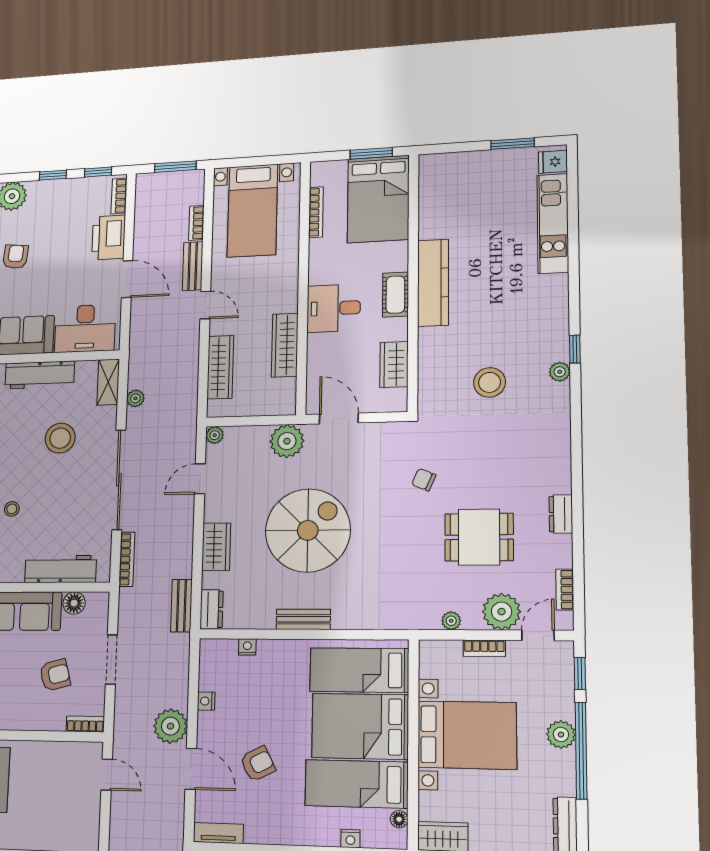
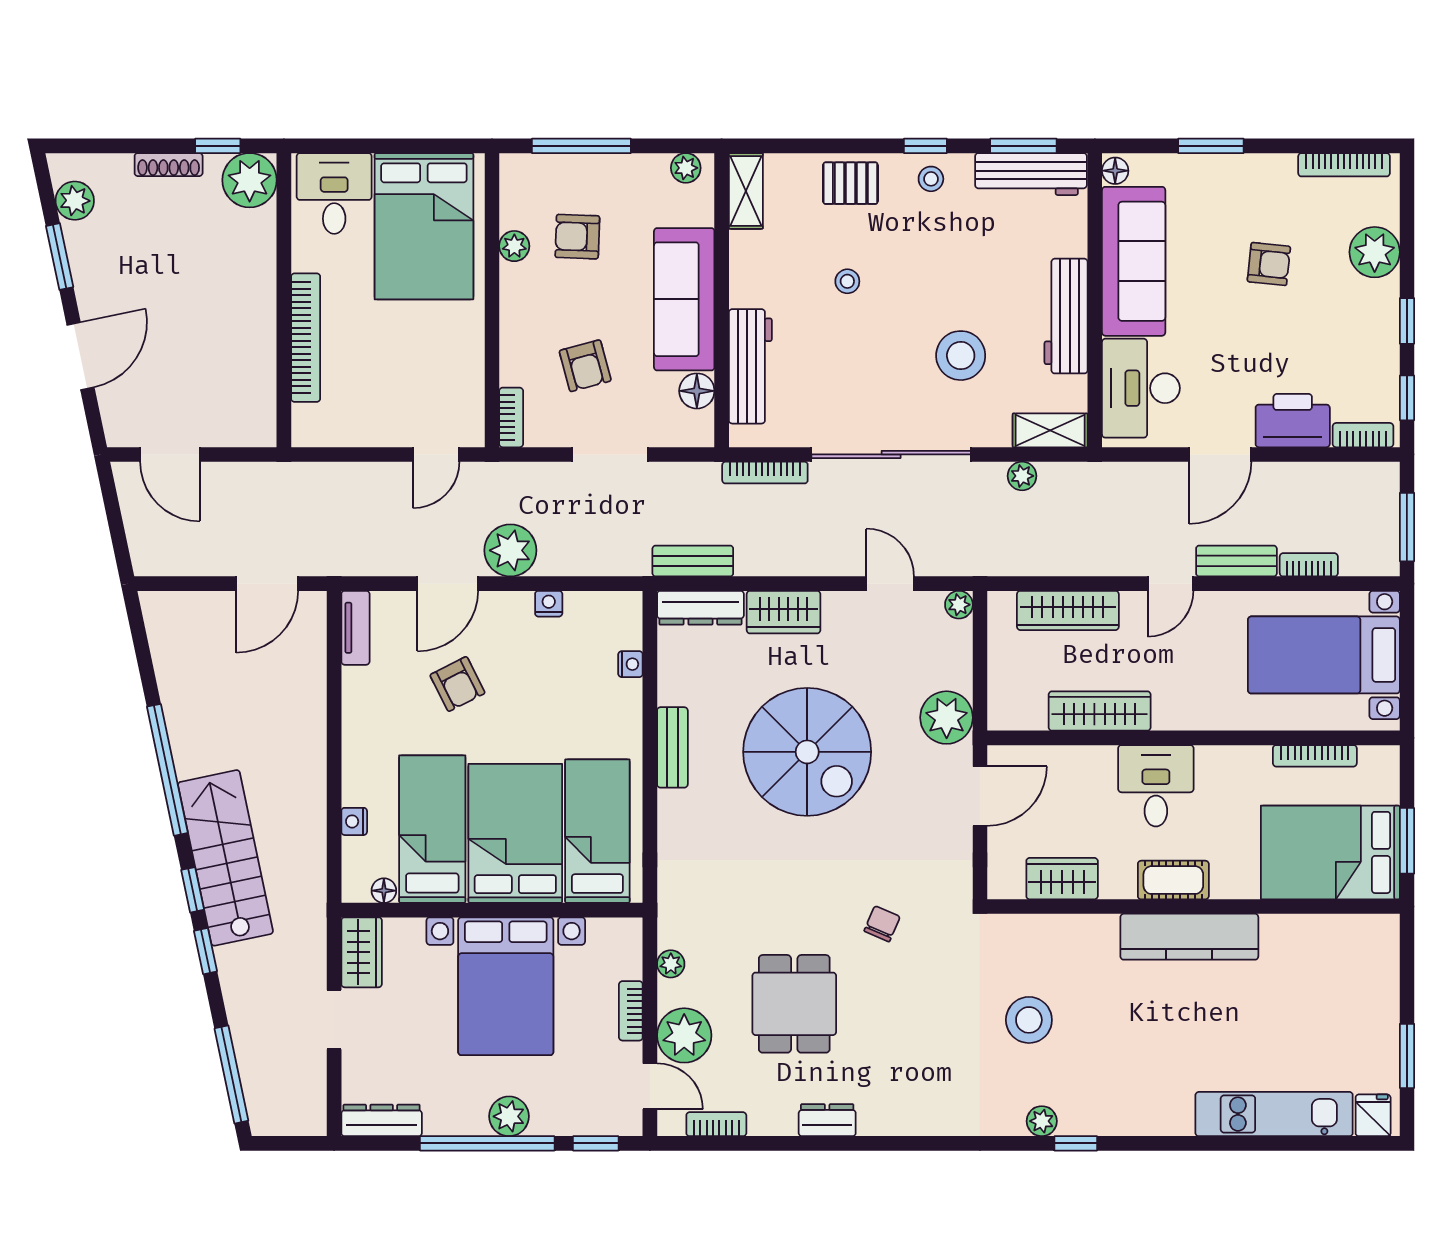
dresser: (211, 609) -> (700, 608), width x1.44

